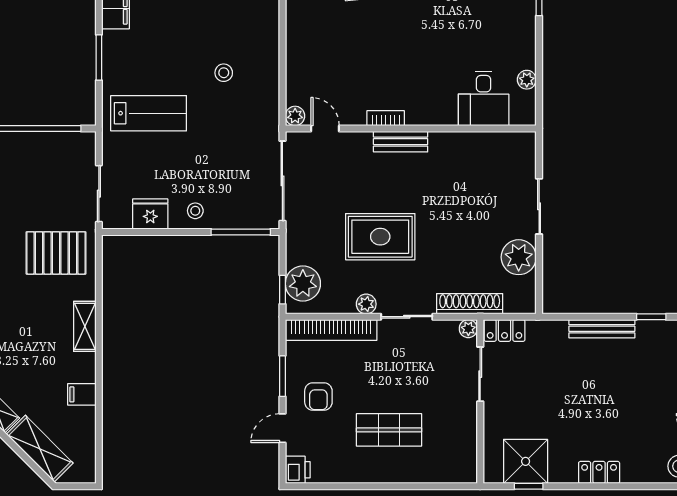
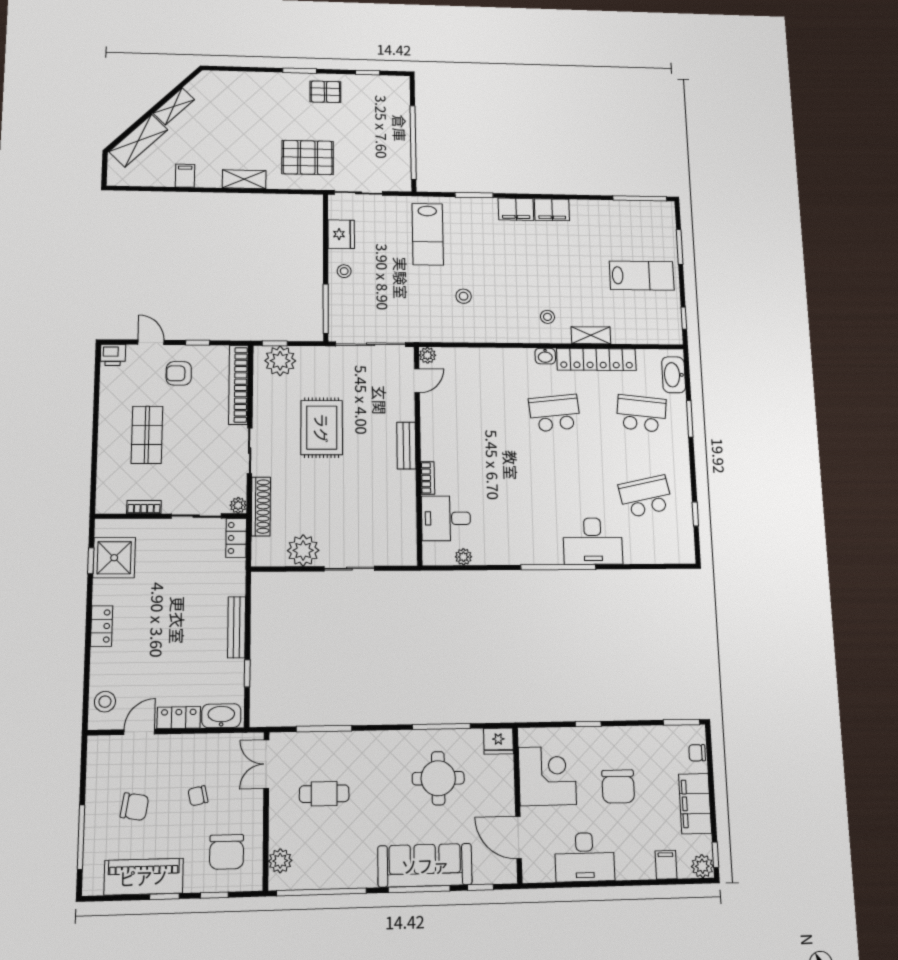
bookcase: (386, 118) -> (428, 478), moved
pallet: (56, 253) -> (308, 157), turned 90
plant: (366, 304) -> (261, 415), removed
window: (282, 376) -> (198, 343), width x0.67
bookcase: (470, 431) -> (144, 507), added

